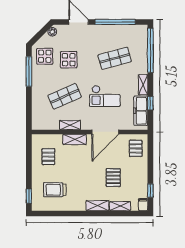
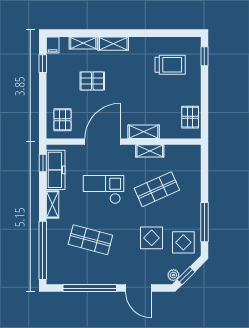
window: (43, 31) -> (186, 276), added
shop shelf: (115, 58) -> (90, 240), turned 30
window: (150, 103) -> (43, 163), moved
pallet: (48, 157) -> (190, 117), moved
pallet: (113, 178) -> (92, 81), turned 90

